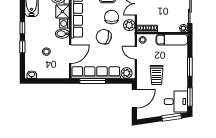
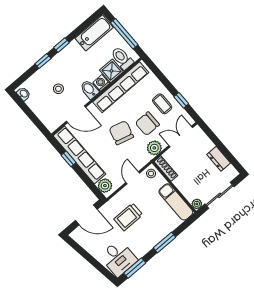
chair: (112, 17) -> (147, 124), turned 180
window: (93, 81) -> (69, 159), width x0.46
window: (172, 117) -> (100, 267), removed

